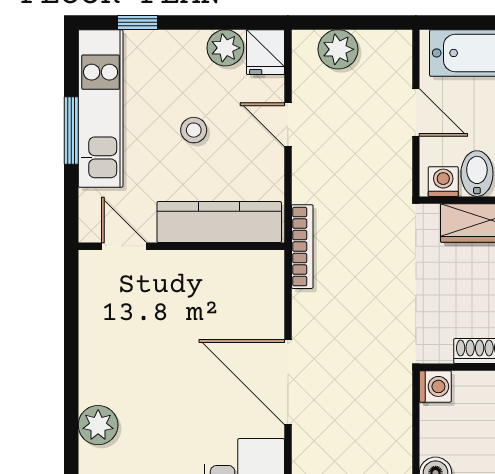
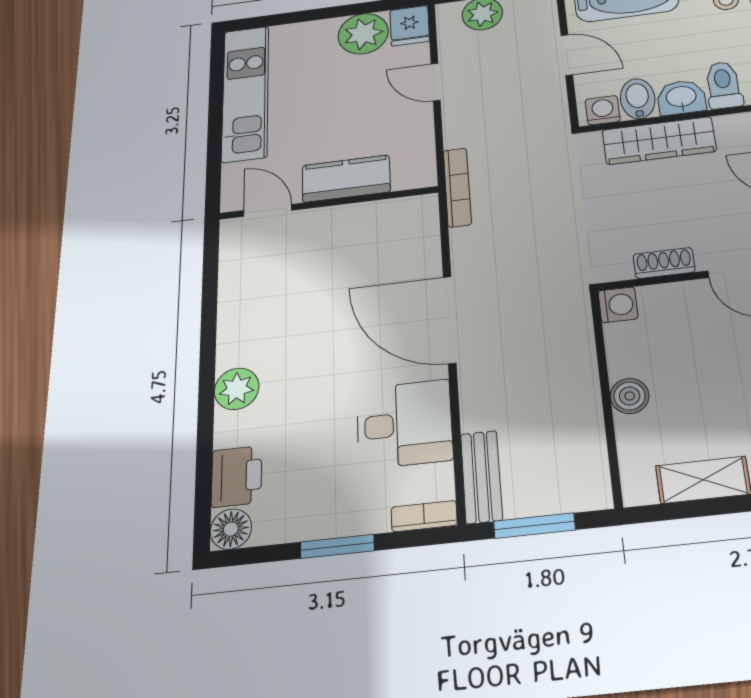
window: (137, 22) -> (283, 19), removed
plant: (225, 48) -> (363, 34), width x1.36, depth x1.36
window: (71, 130) -> (215, 115), removed
stool: (194, 130) -> (339, 99), removed
kitchen counter: (219, 222) -> (346, 179), width x0.67

